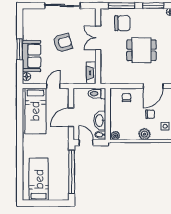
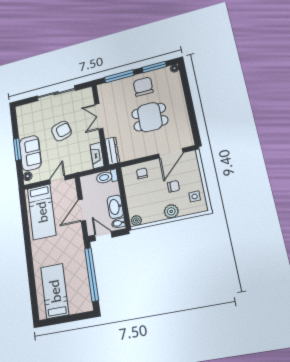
chair: (122, 23) -> (143, 87), moved, turned -90
dresser: (105, 72) -> (112, 151), added

